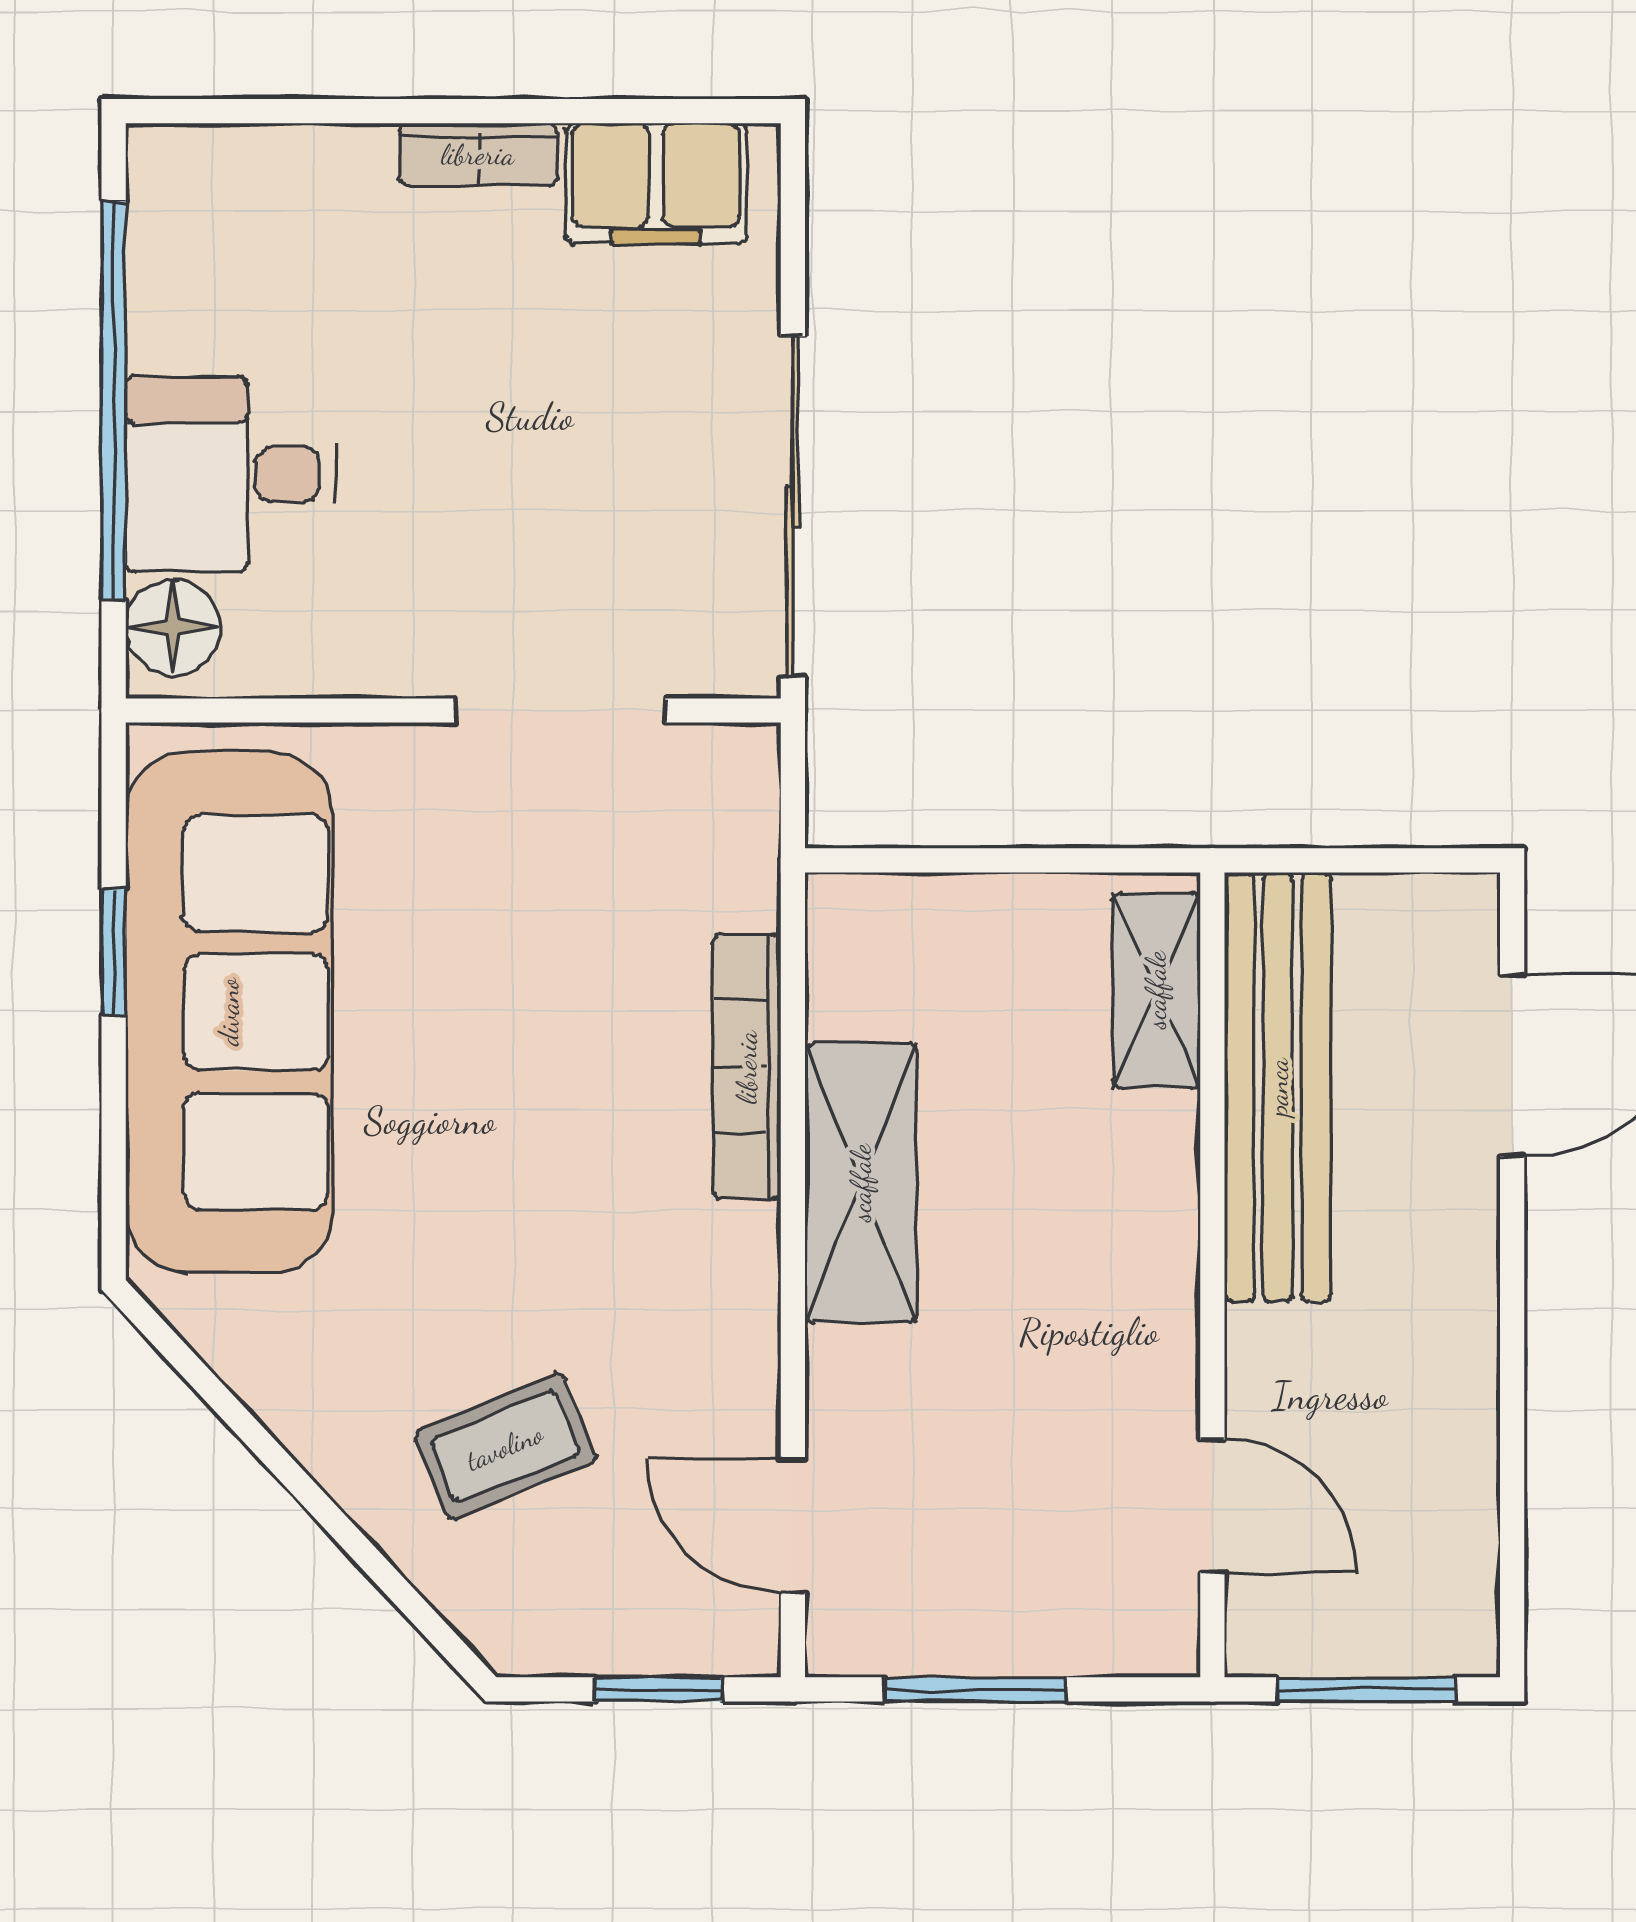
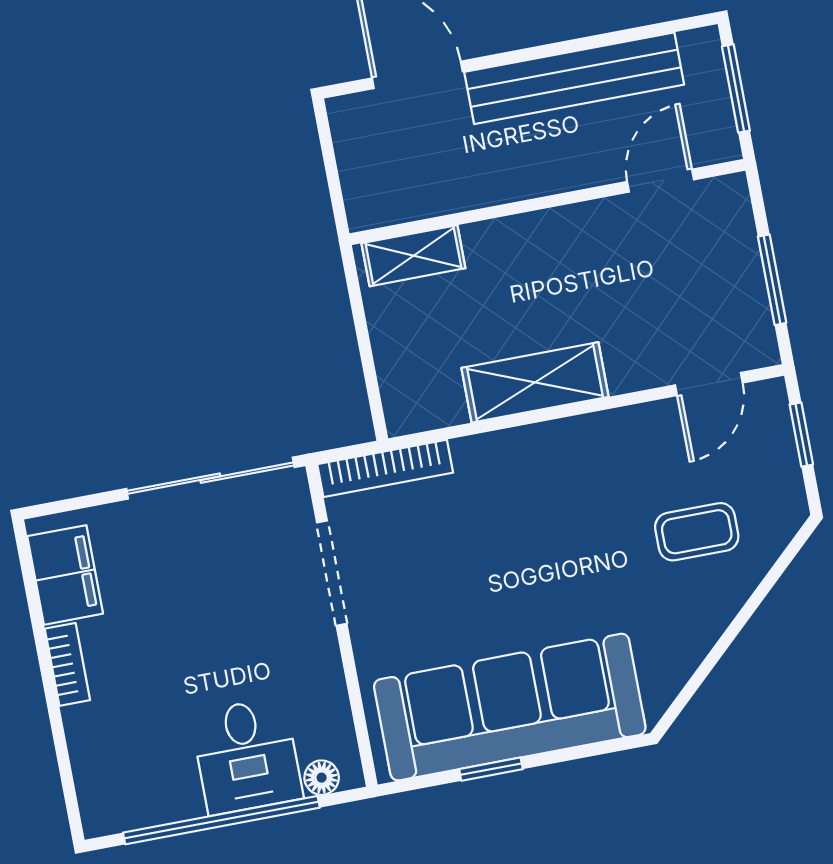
floor lamp: (173, 627) -> (322, 778), width x0.73, depth x0.73
bookcase: (747, 1067) -> (385, 468), moved
bench: (1278, 1087) -> (574, 78), moved
coffee table: (505, 1447) -> (697, 532), turned -68

